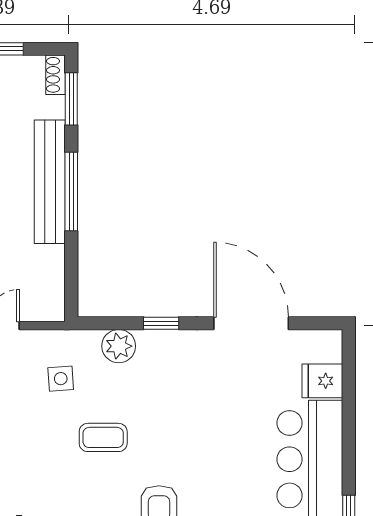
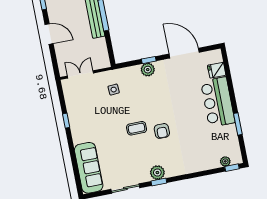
plant: (119, 346) -> (148, 70), moved
coffee table: (103, 437) -> (137, 128), moved

